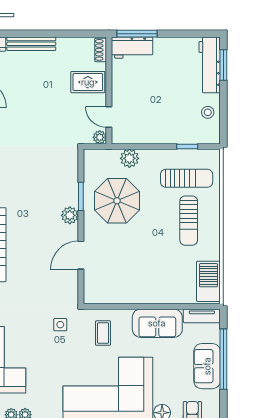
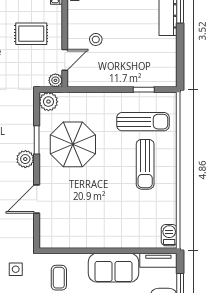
rug: (88, 82) -> (31, 34), moved
stool: (208, 112) -> (96, 39), moved
door: (109, 117) -> (65, 60), swing flipped
plant: (129, 158) -> (48, 102), moved
barbecue: (208, 281) -> (169, 235), width x0.53, depth x0.65

